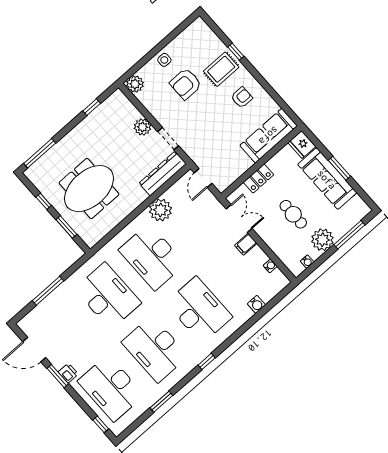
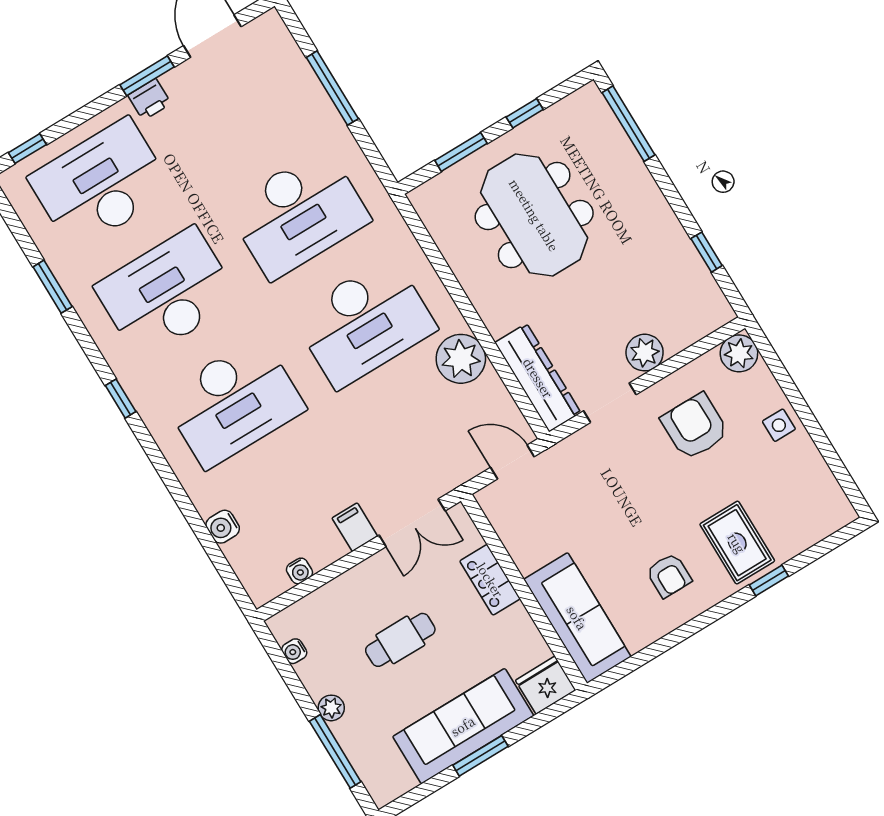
armchair: (186, 84) -> (695, 427), moved
plant: (322, 240) -> (331, 708), width x0.53, depth x0.53
desk: (152, 257) -> (364, 322), turned 180

